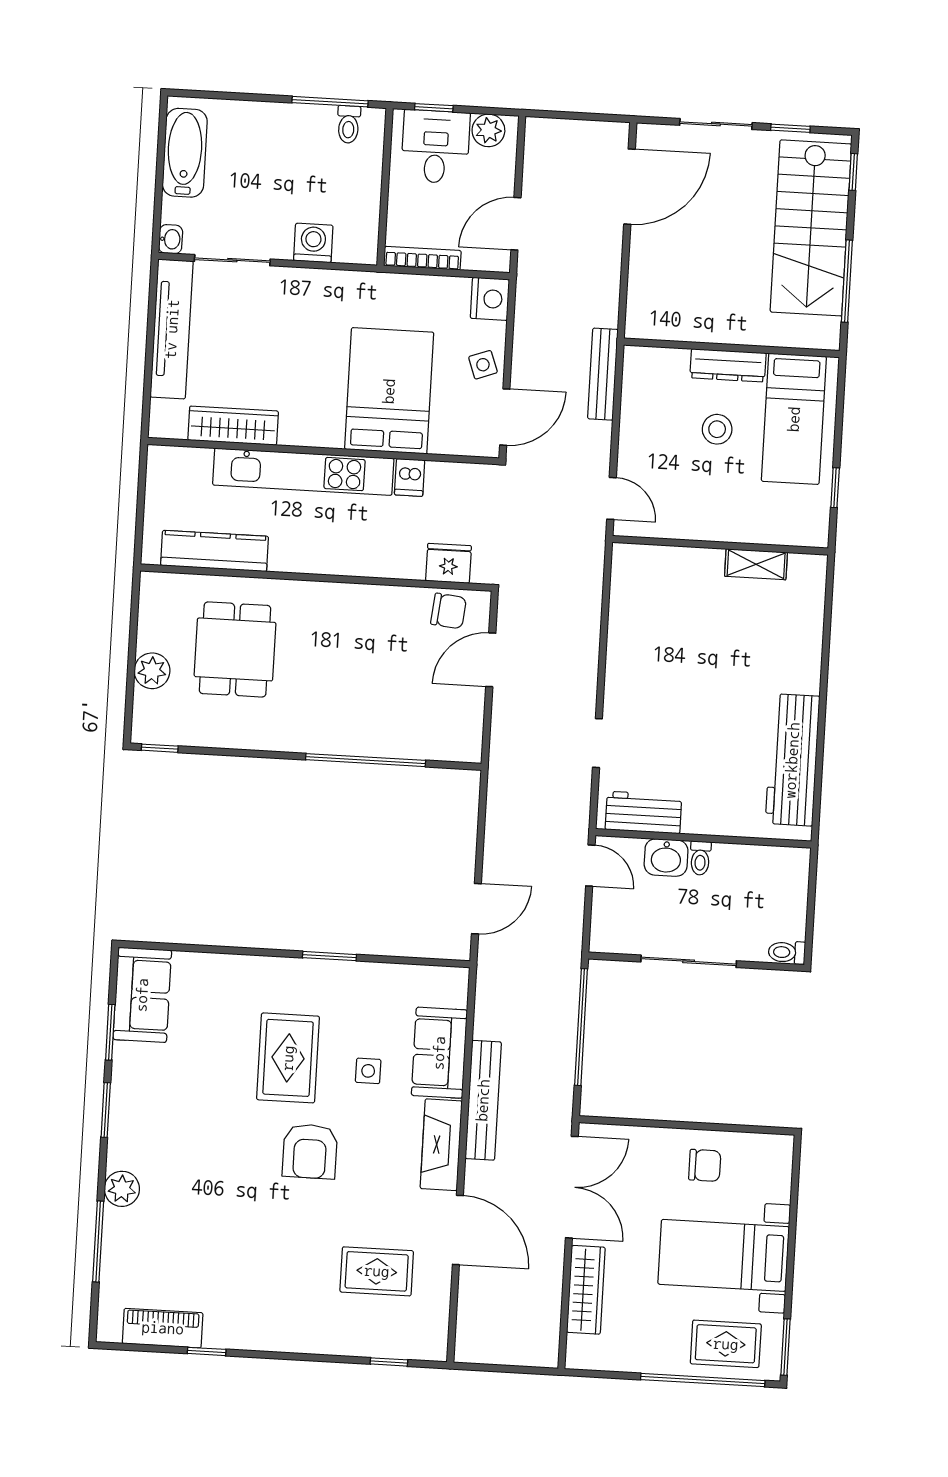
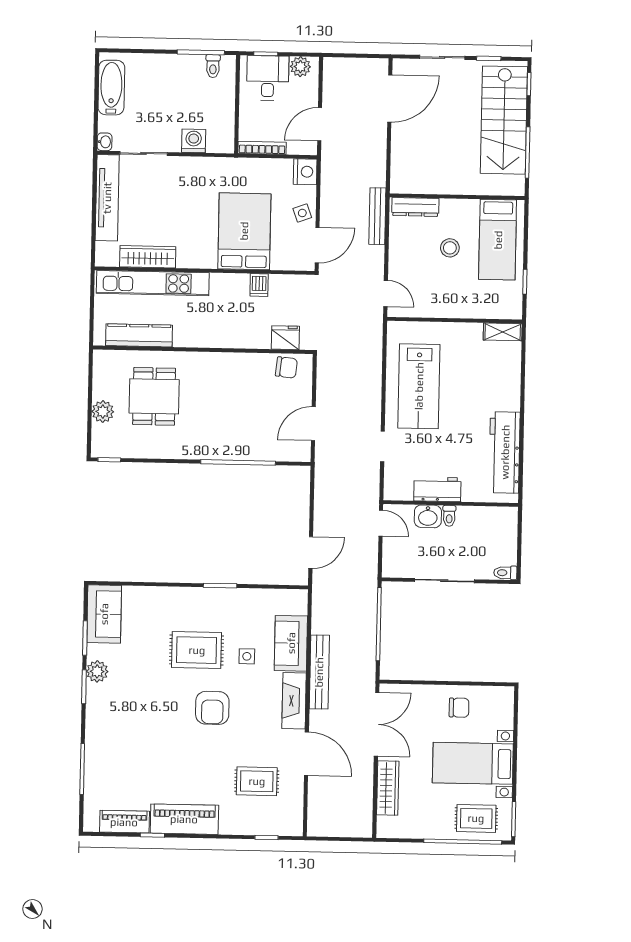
dresser: (728, 365) -> (415, 207), moved
kitchen unit: (303, 472) -> (153, 283), moved
shelving: (756, 564) -> (503, 332), moved
lab bench: (659, 649) -> (419, 386), added
door: (491, 660) -> (313, 424), moved
workbench: (643, 812) -> (437, 489), moved
rug: (288, 1058) -> (197, 650), turned 90
plant: (122, 1189) -> (97, 671), moved
piano: (259, 1328) -> (184, 819), added

